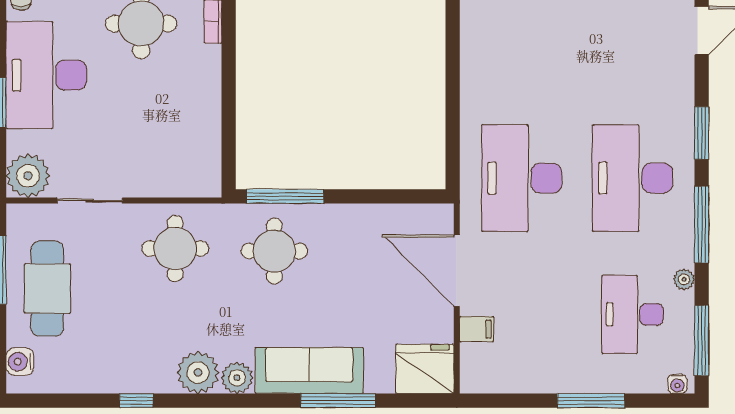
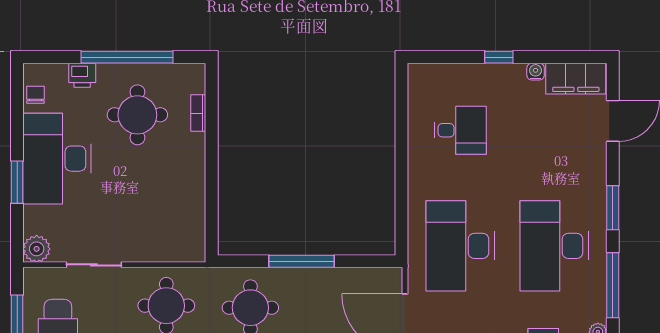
desk: (522, 42) -> (460, 130), added
plant: (28, 176) -> (37, 249), width x0.73, depth x0.73
window: (285, 196) -> (302, 261), moved

